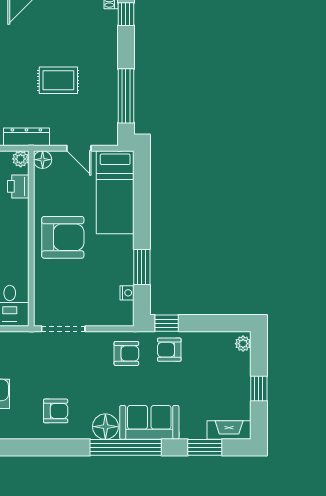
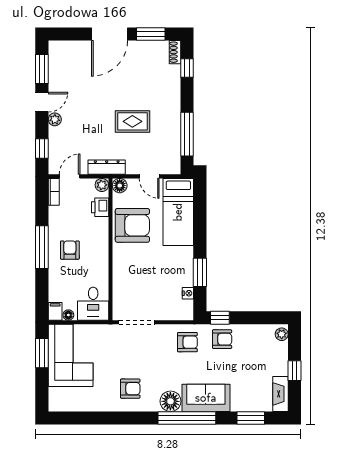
armchair: (63, 237) -> (132, 225), moved
armchair: (169, 350) -> (222, 339), turned 180
fireplace: (229, 430) -> (281, 394), moved, turned -90

